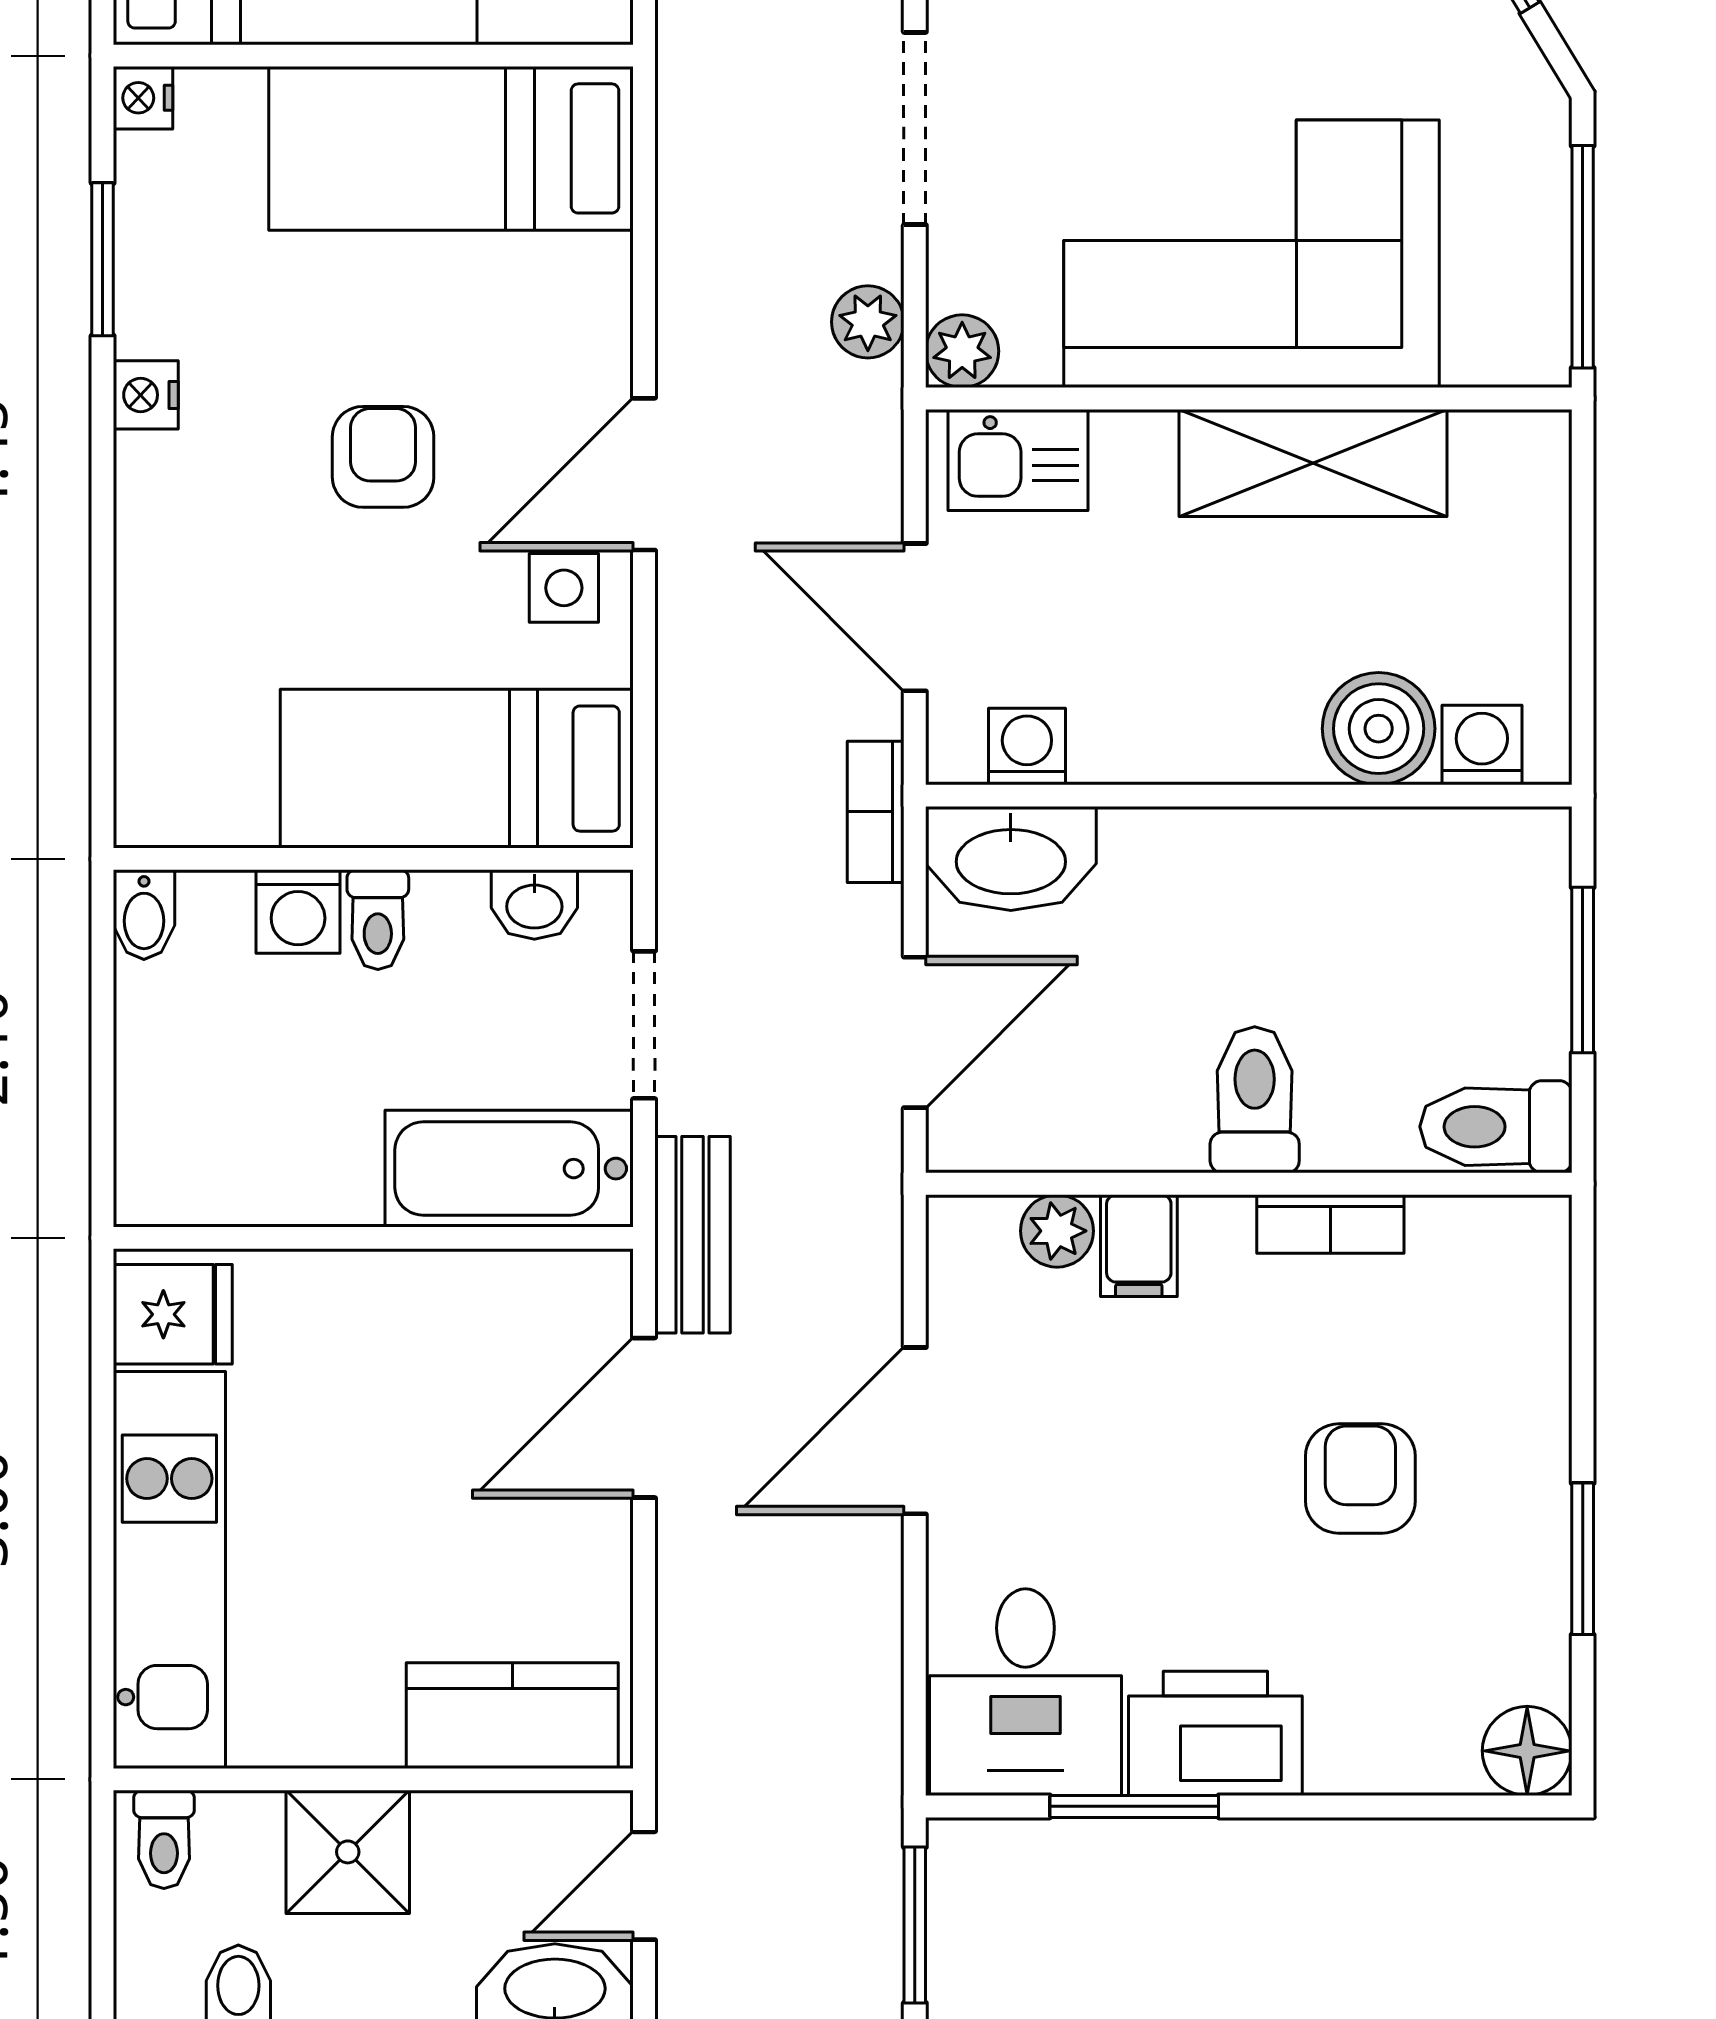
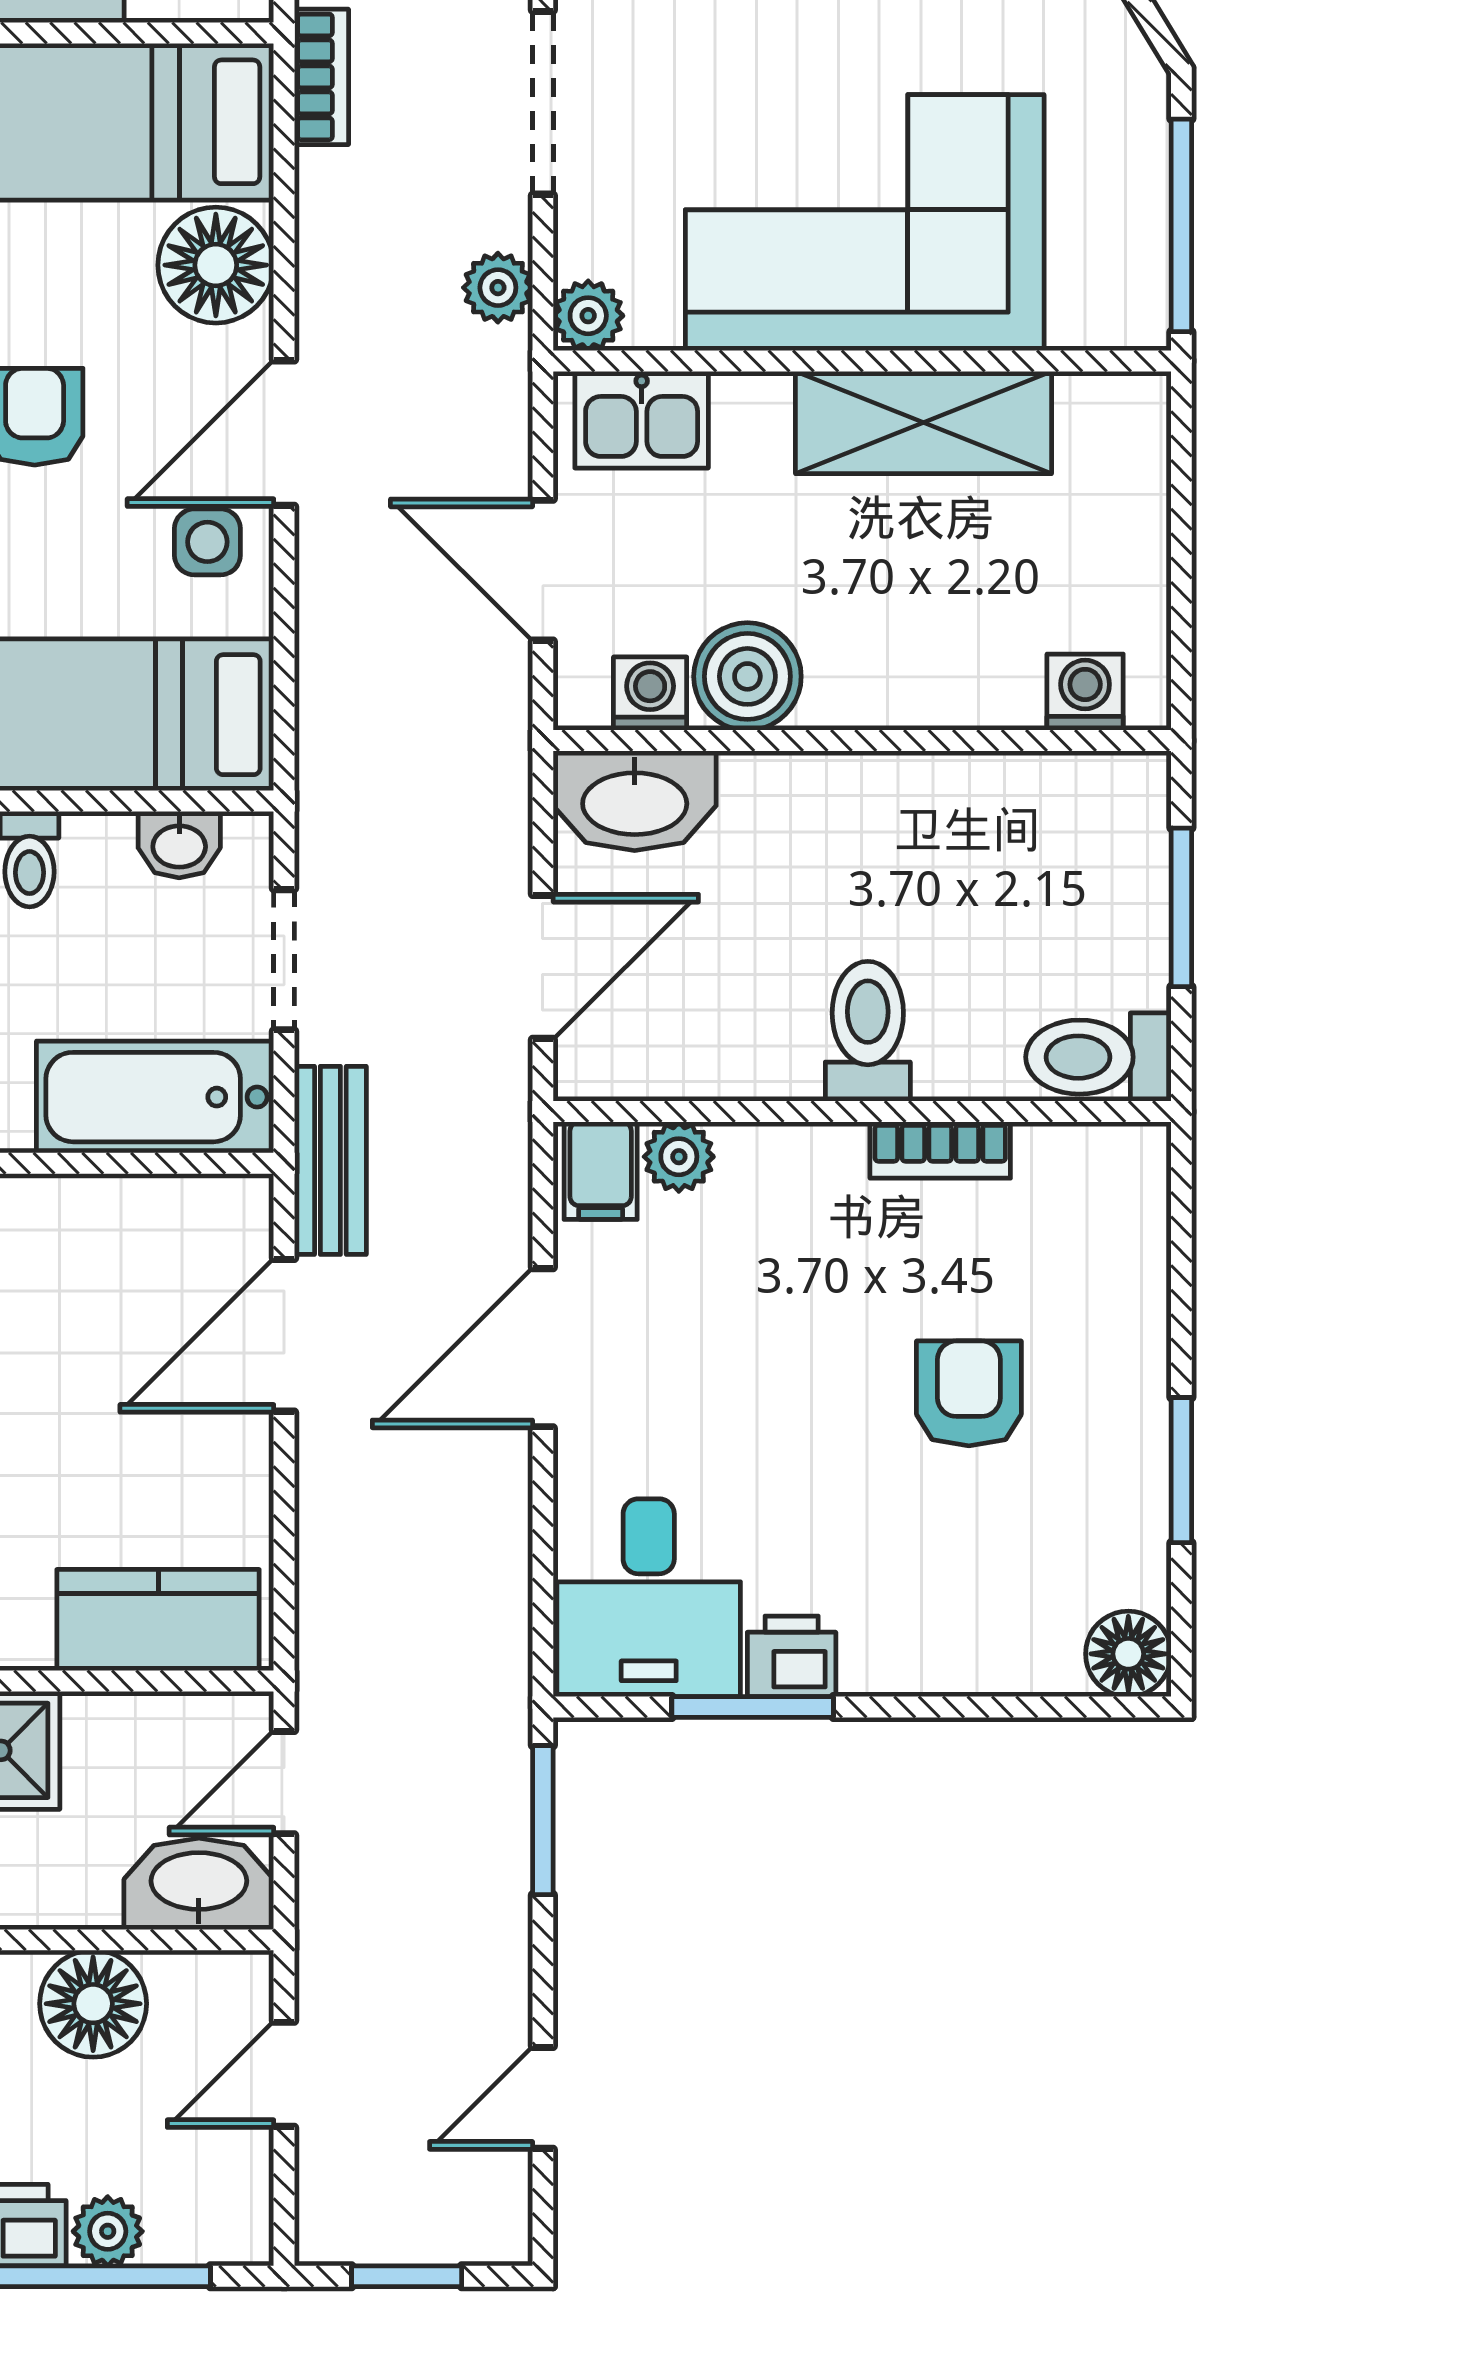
floor lamp: (573, 298) -> (216, 265), added
boiler: (1379, 729) -> (747, 676), moved
bookcase: (876, 812) -> (321, 77), moved, turned 180
filing cabinet: (1139, 1246) -> (601, 1171), moved
printer: (1215, 1733) -> (792, 1656), width x0.53, depth x0.68

